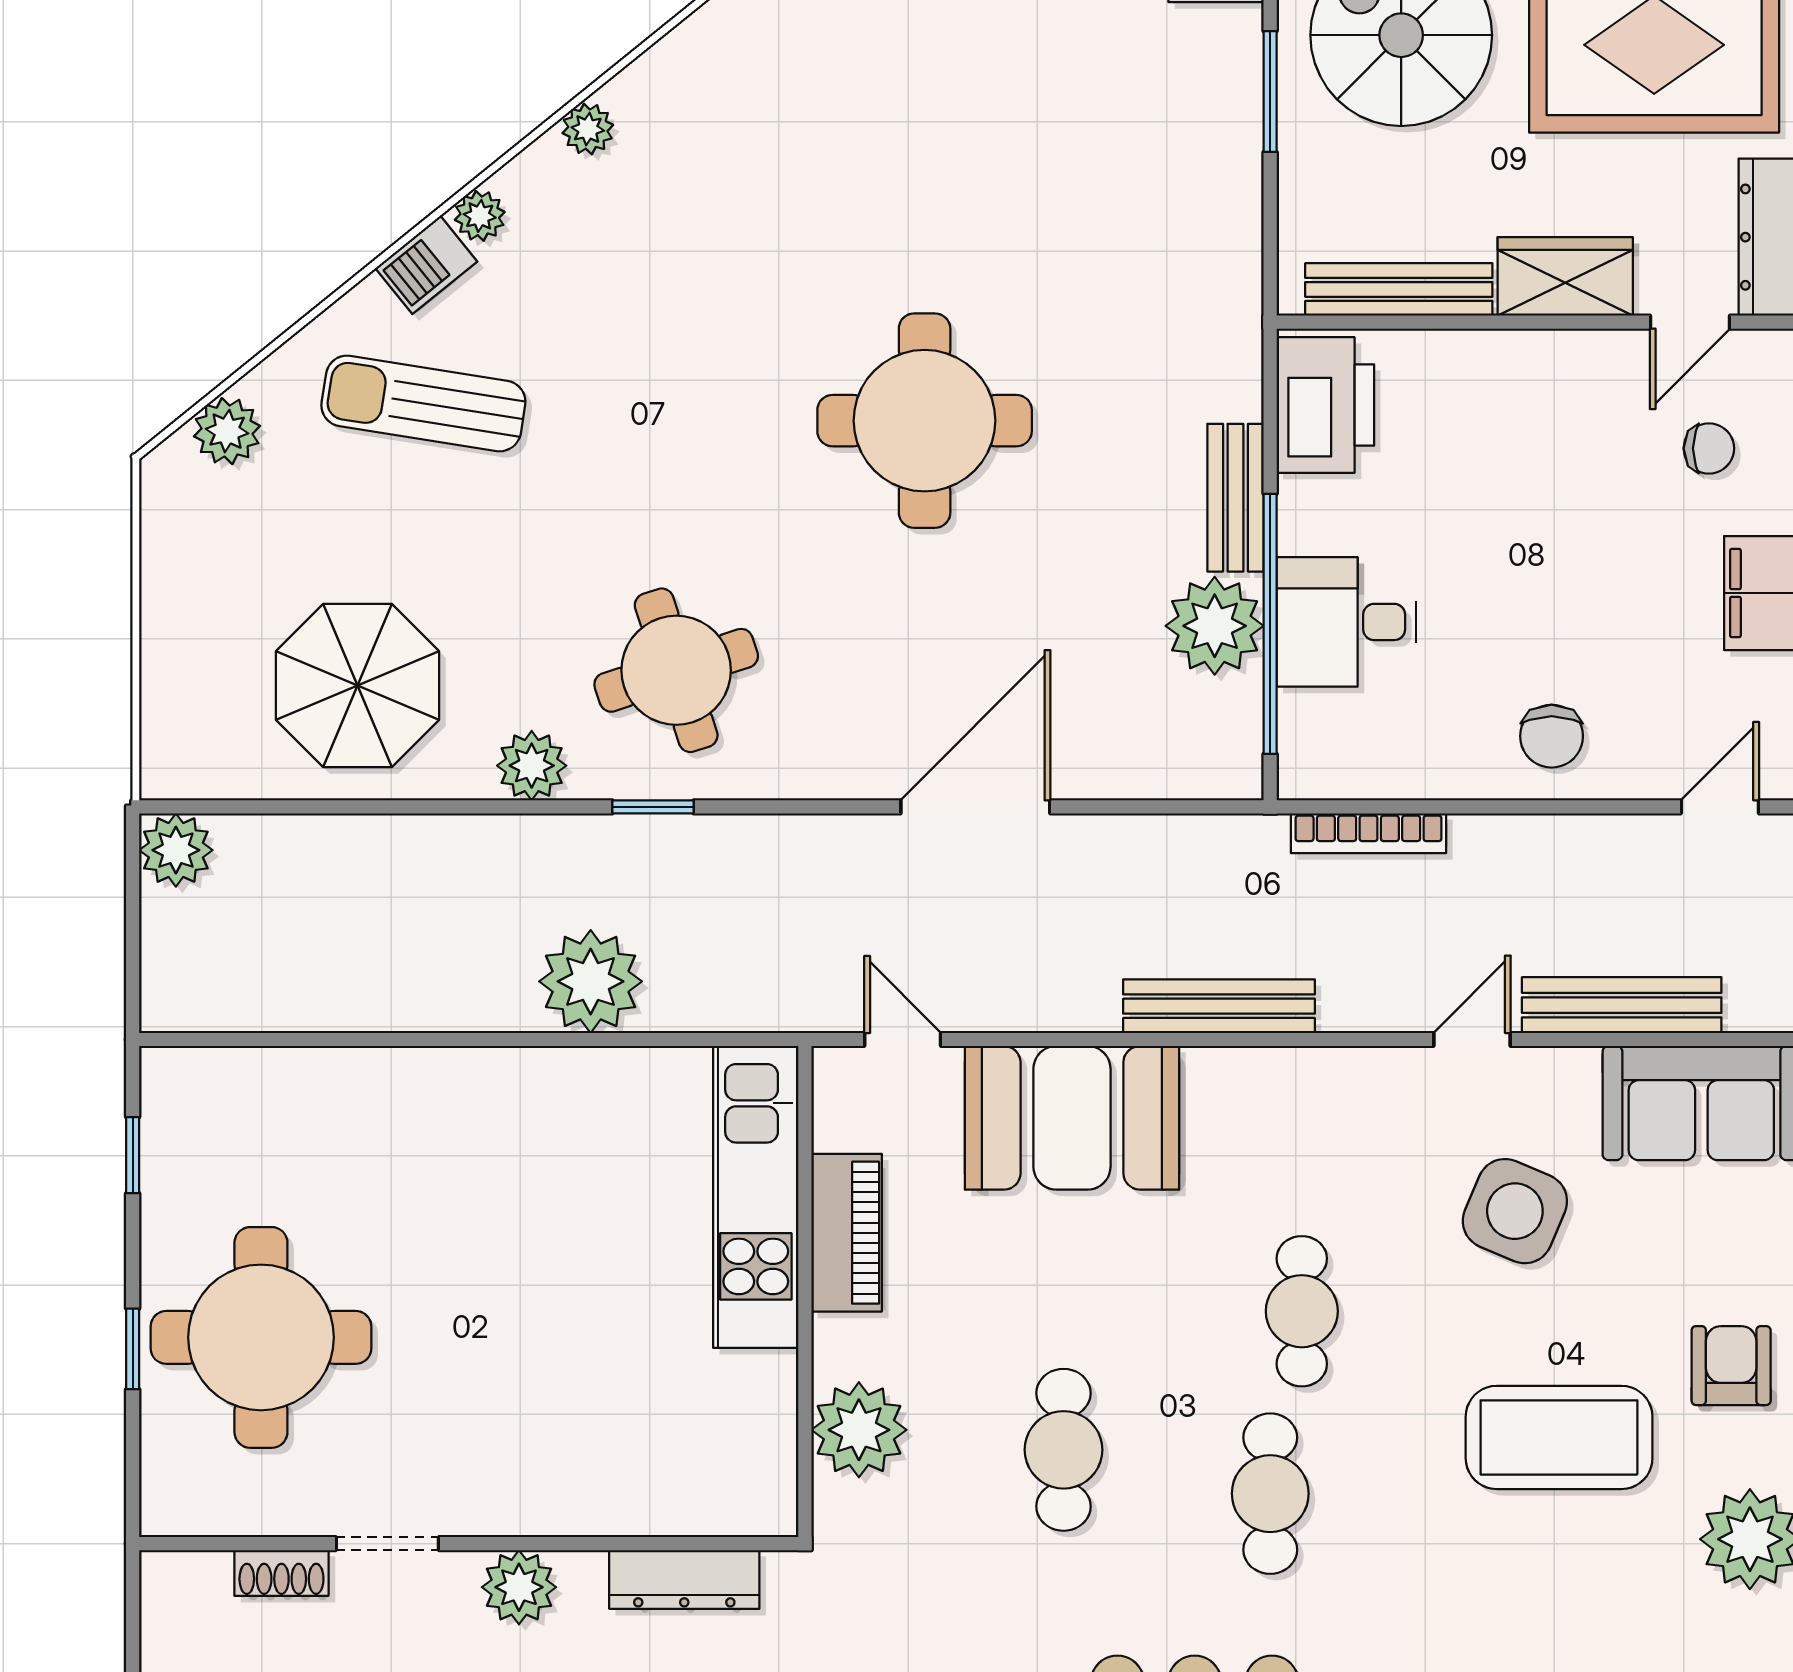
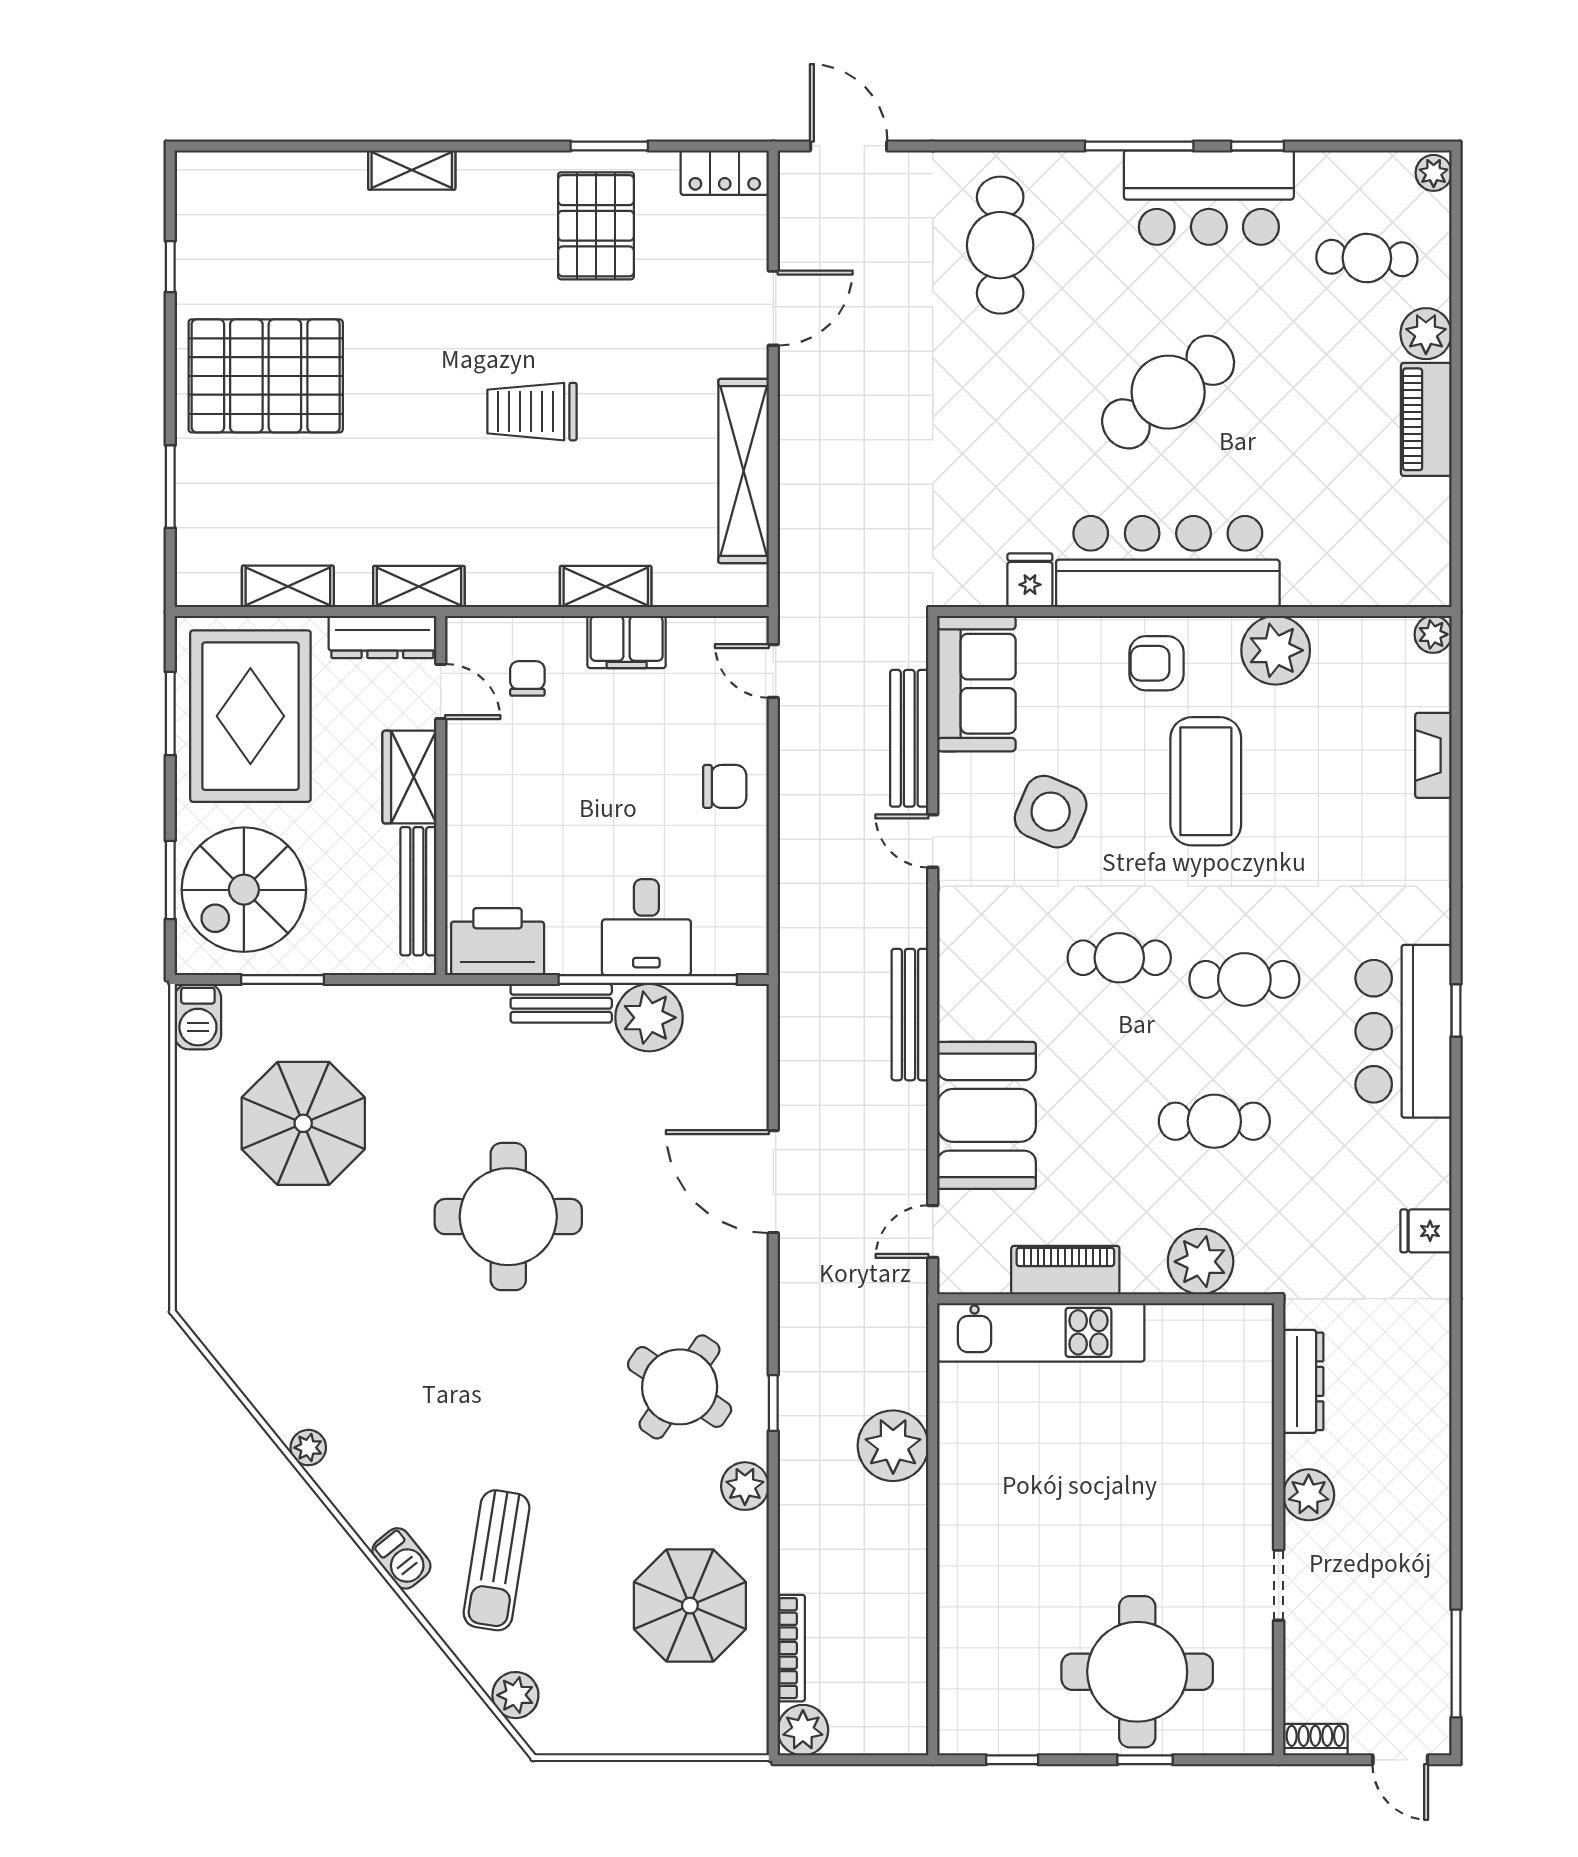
parasol: (1060, 122) -> (303, 1123), added
plant: (480, 216) -> (368, 1522), removed
round table: (676, 670) -> (680, 1387), turned -38
bookcase: (1369, 833) -> (791, 1648), moved
shoe rack: (281, 1573) -> (1315, 1740), moved, turned -90

